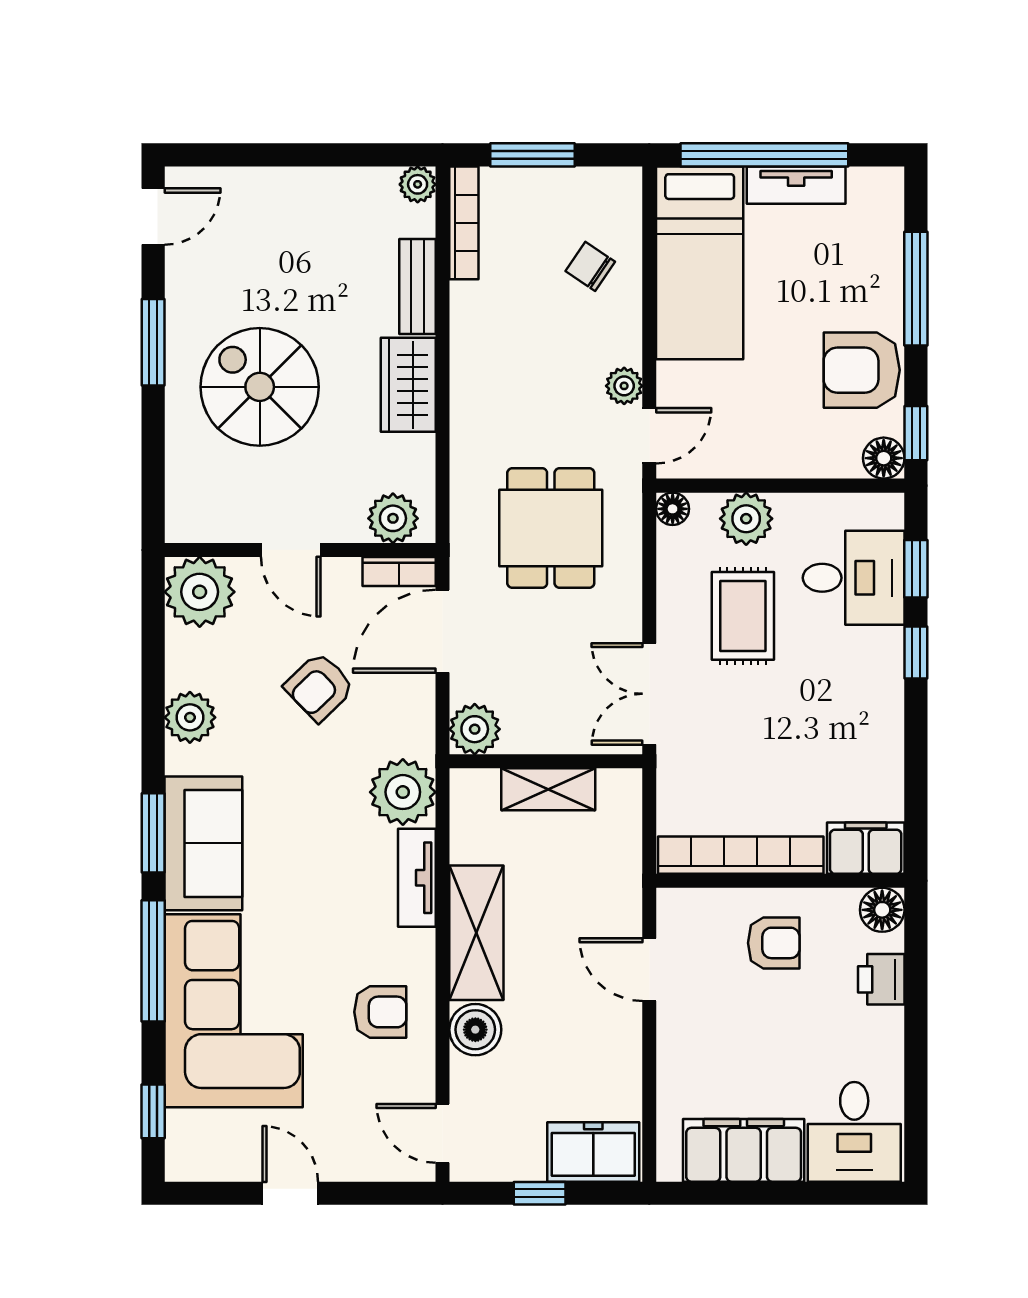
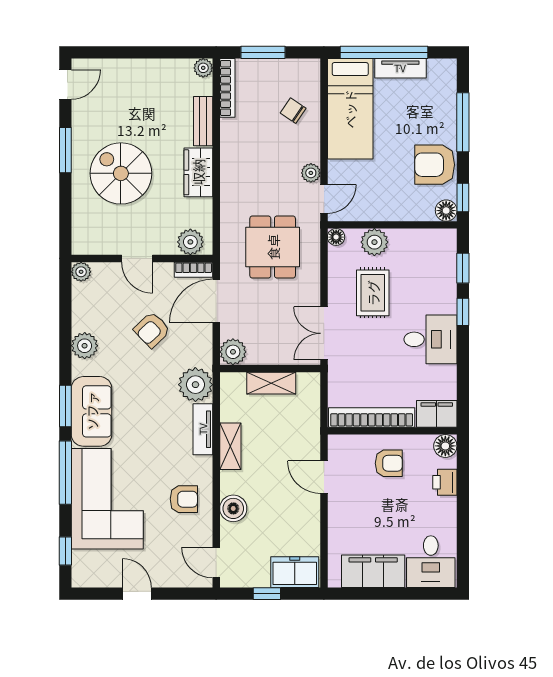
desk: (854, 578) -> (430, 339), moved
plant: (200, 592) -> (81, 272), width x0.53, depth x0.53
shelving: (476, 933) -> (230, 446), width x0.67, depth x0.75

